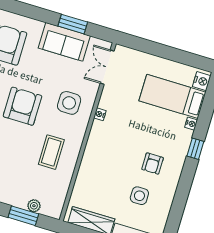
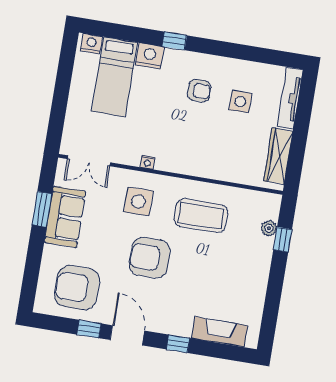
nightstand: (191, 124) -> (150, 56), width x1.89, depth x1.79
coffee table: (51, 152) -> (201, 215), width x1.36, depth x1.32
window: (23, 216) -> (283, 240), width x0.67

